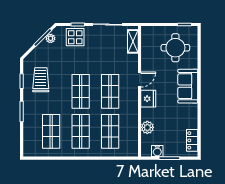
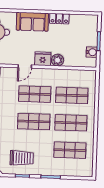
trolley: (41, 80) -> (22, 158), turned 180
door: (139, 80) -> (25, 66), swing flipped
plant: (147, 127) -> (58, 60), moved
locker: (192, 140) -> (59, 19), moved

